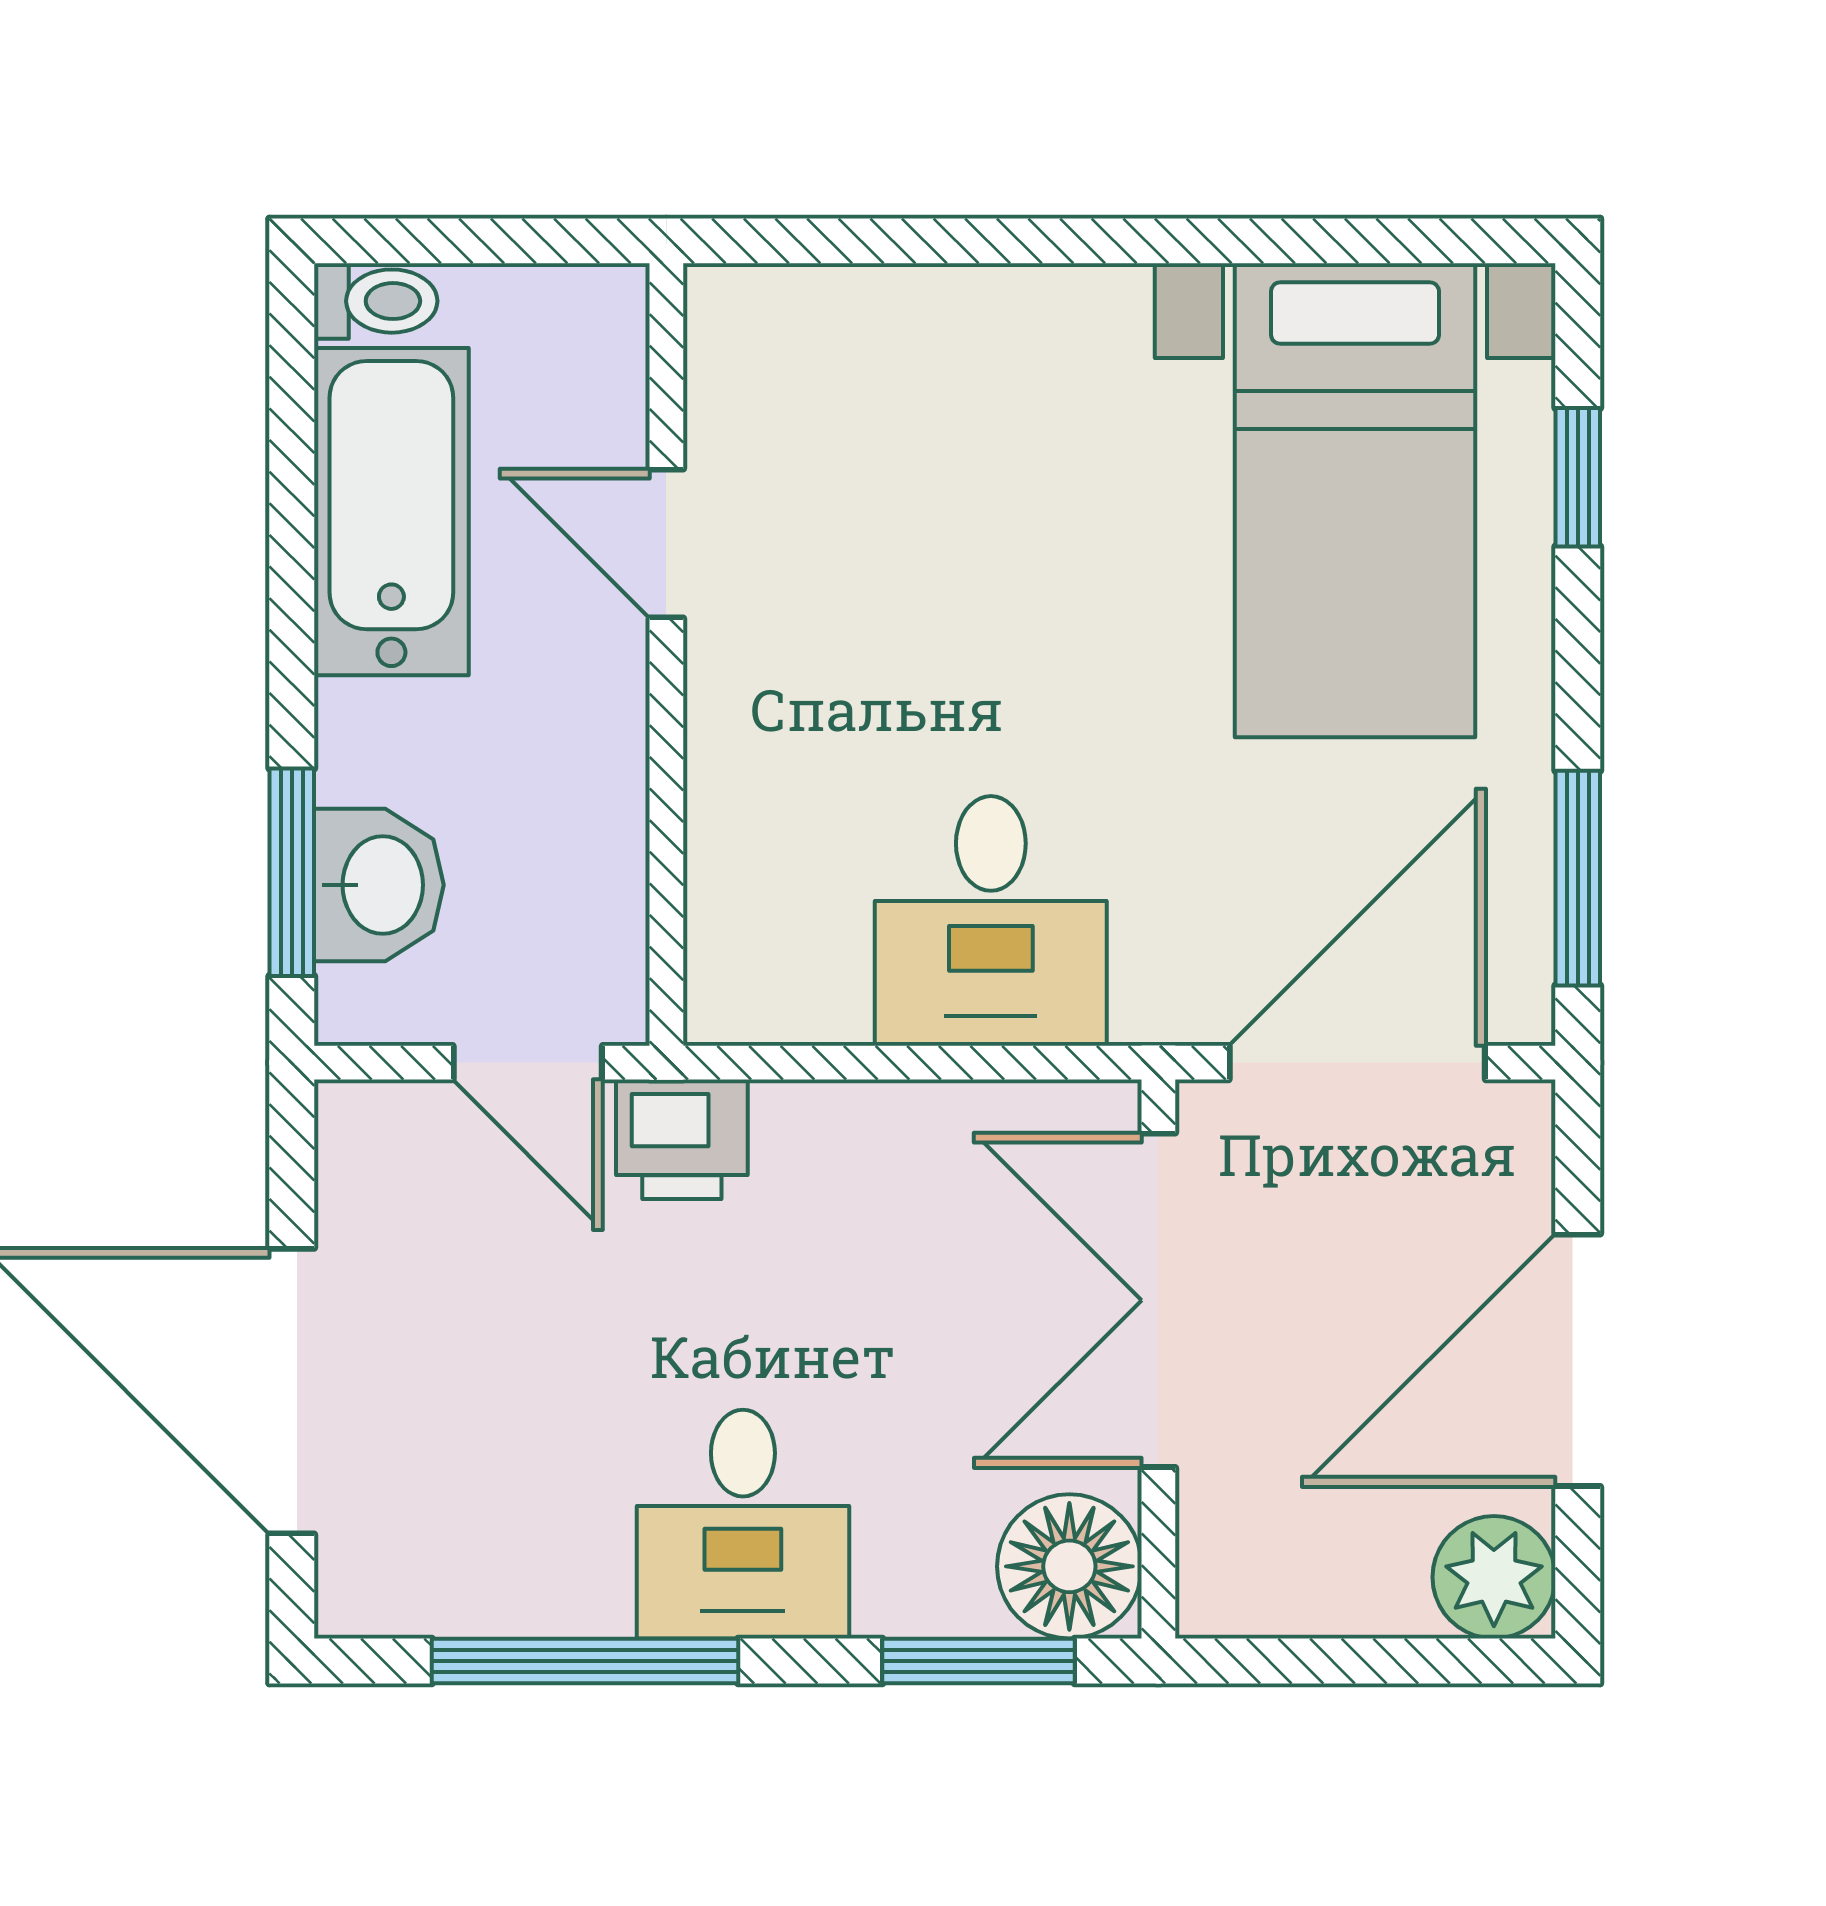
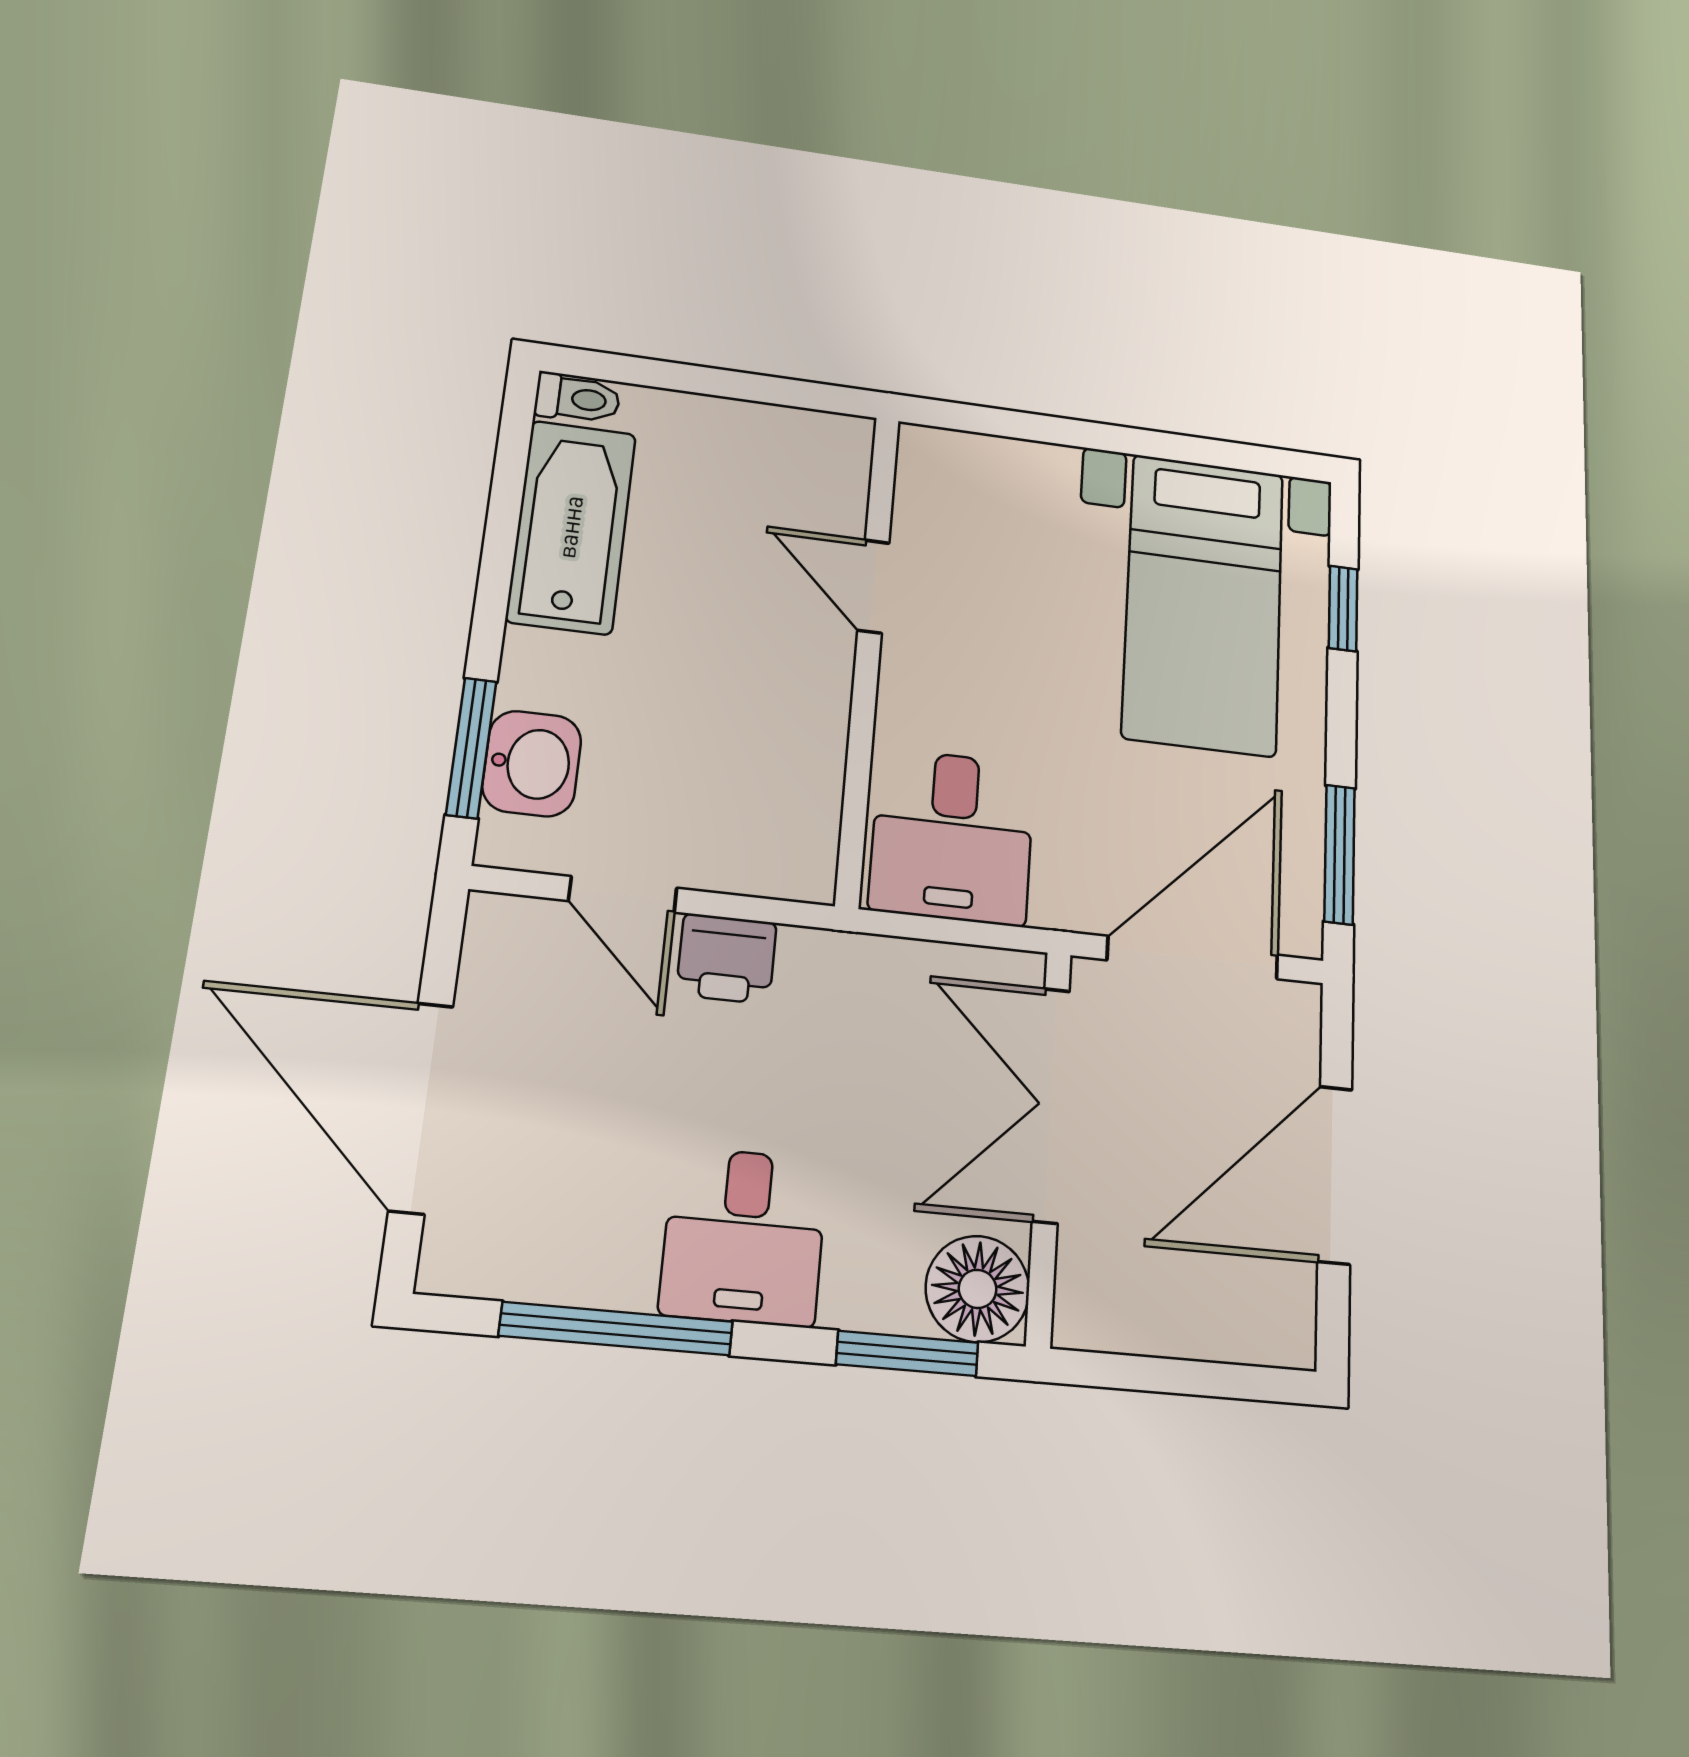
door: (666, 543) -> (873, 586), moved
wall: (666, 655) -> (868, 655), moved
plant: (1494, 1577) -> (1275, 1323), removed

